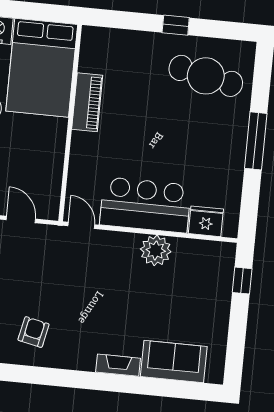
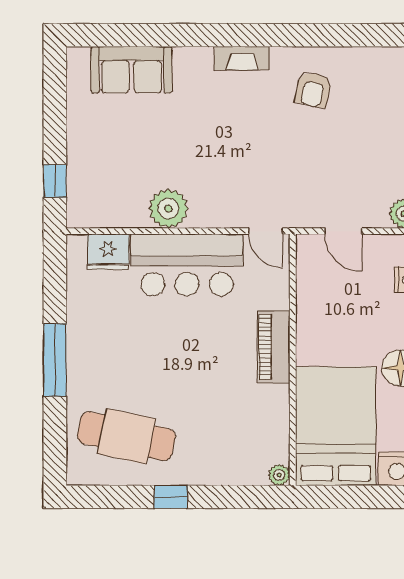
plant: (90, 34) -> (279, 475), added
piano: (87, 102) -> (274, 347), moved
fireplace: (118, 365) -> (242, 58), moved

